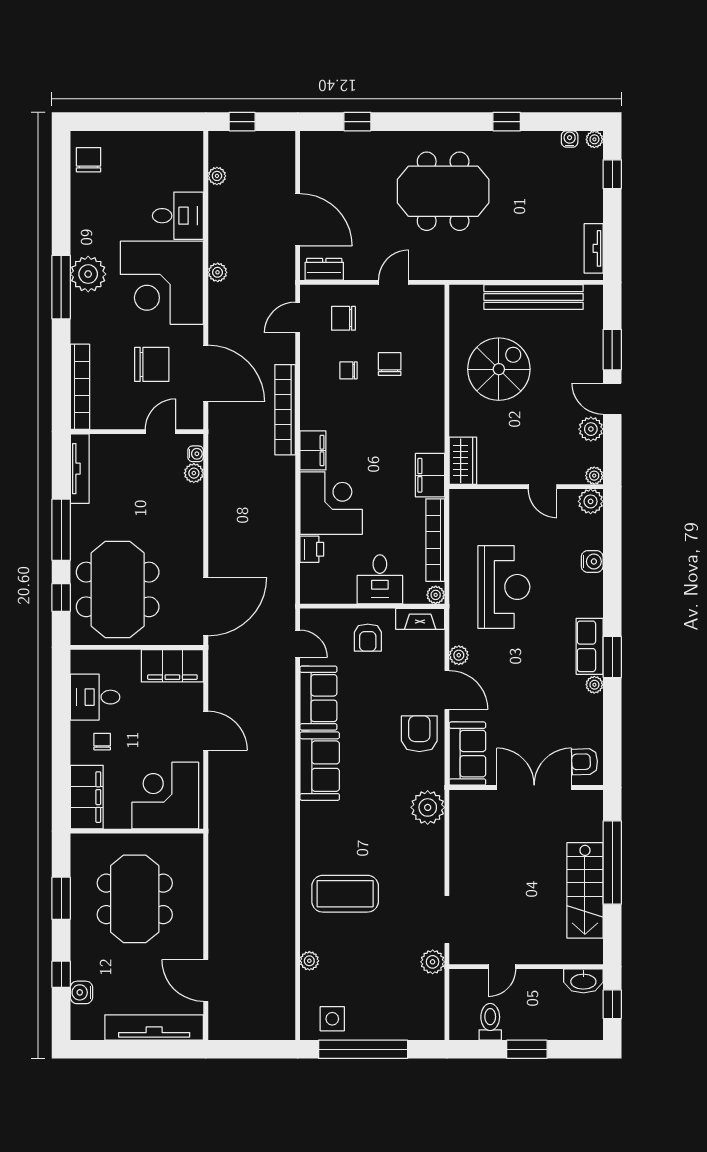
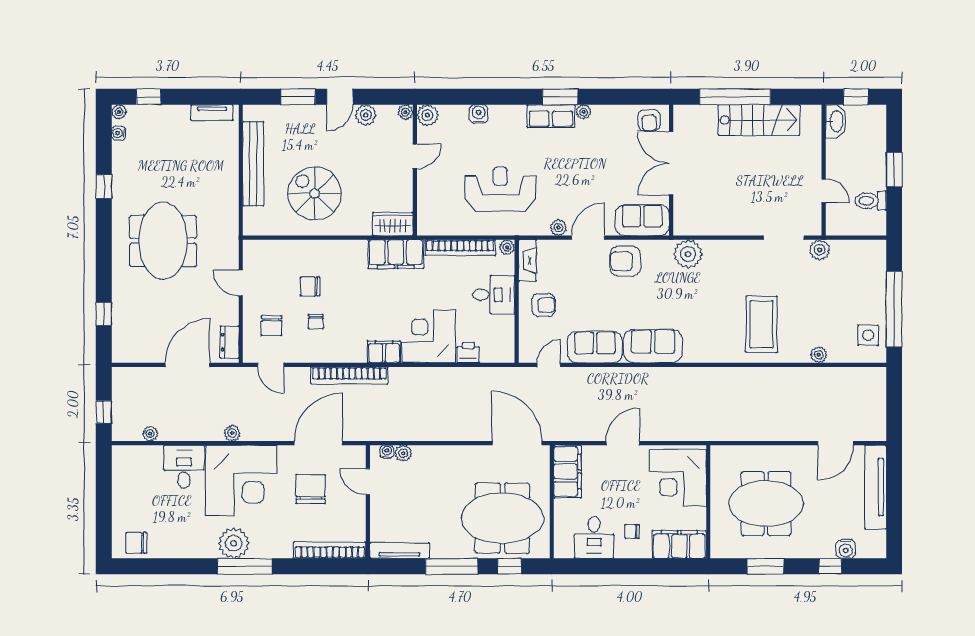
filing cabinet: (430, 475) -> (396, 254), width x1.50, depth x1.17

